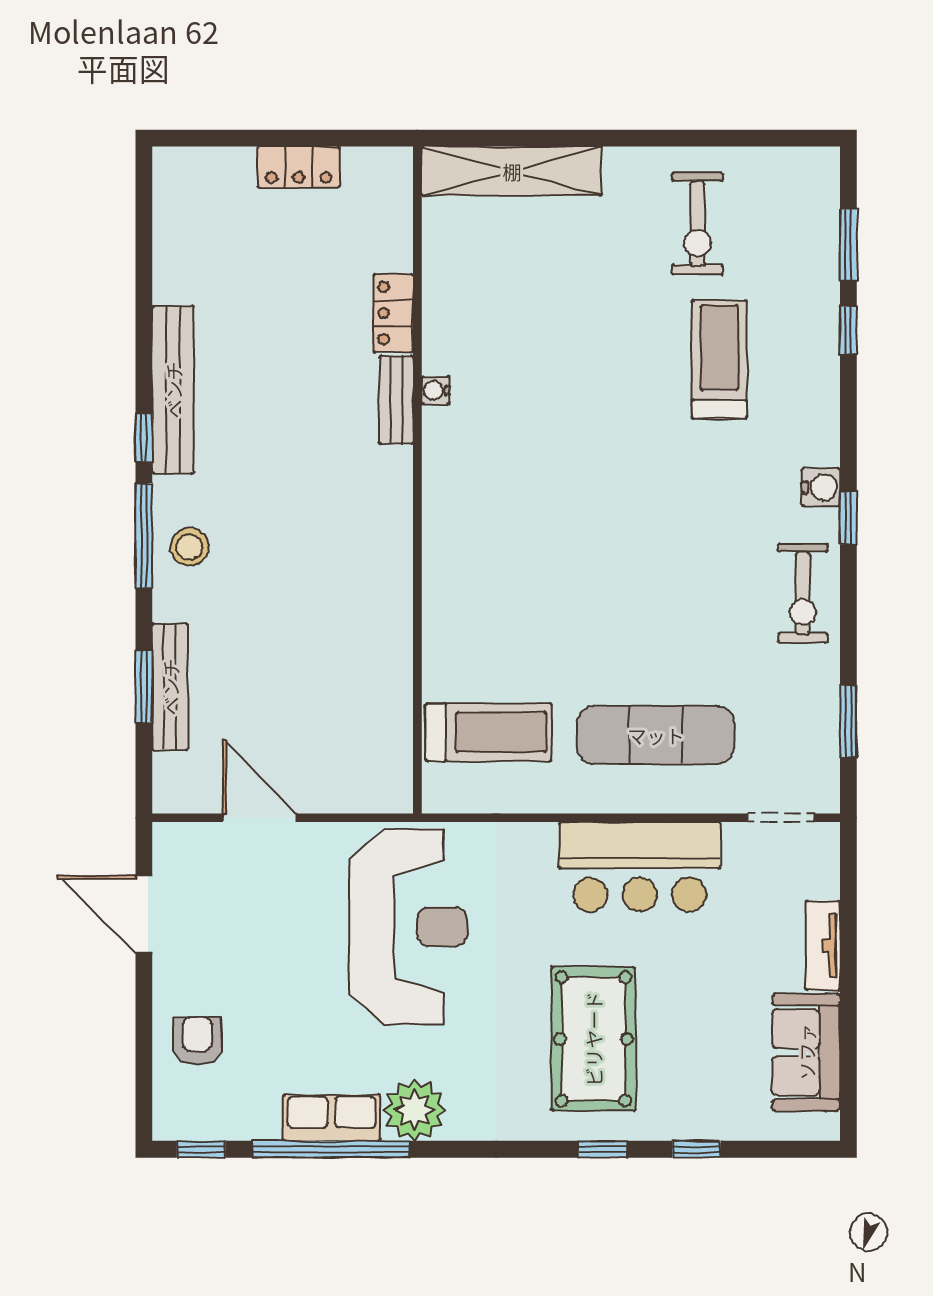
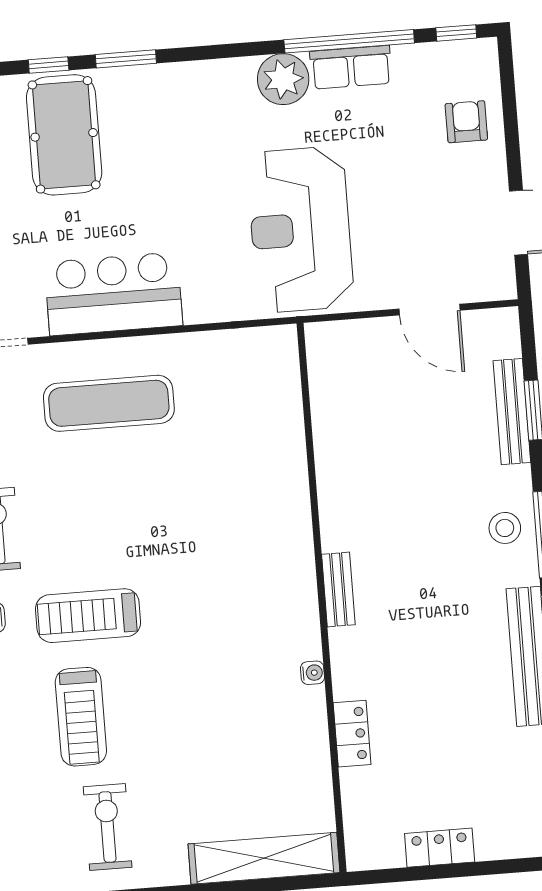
bench: (396, 400) -> (338, 590), moved
treadmill: (489, 732) -> (88, 616), moved
pool table: (593, 1039) -> (64, 135), moved
armchair: (197, 1041) -> (466, 122), turned 180
window: (602, 1149) -> (126, 59), width x1.50

